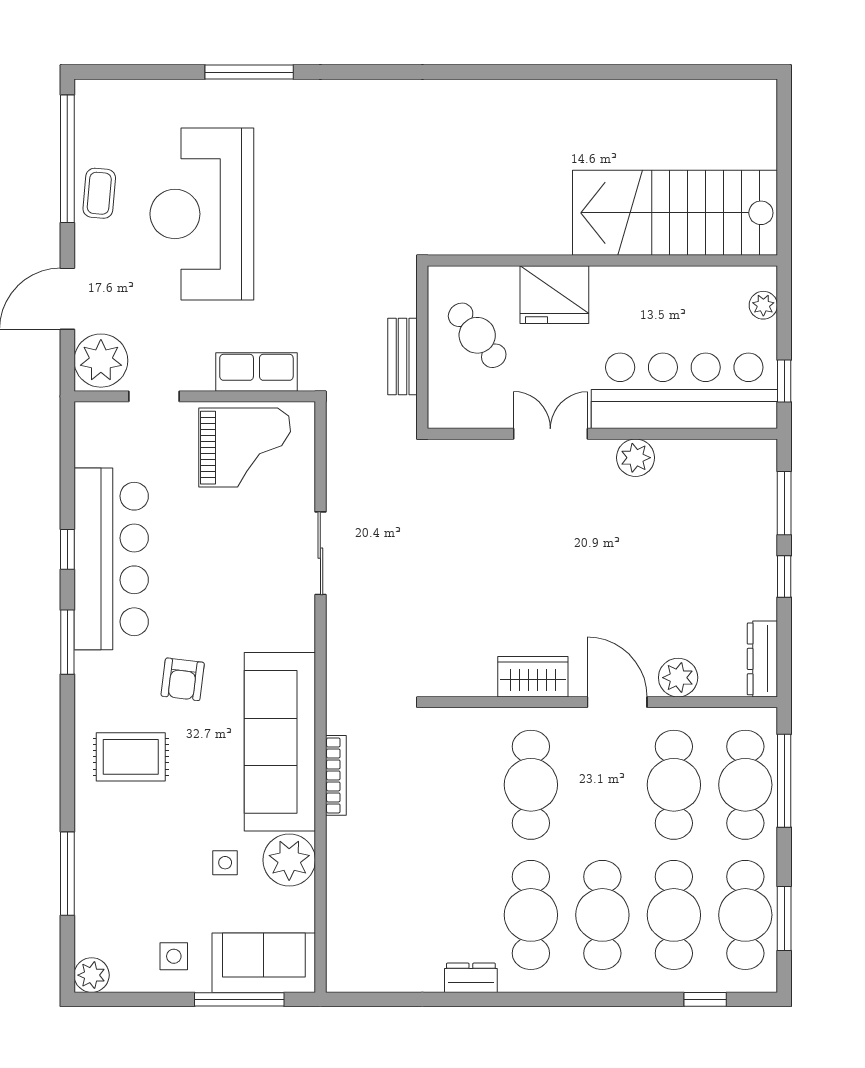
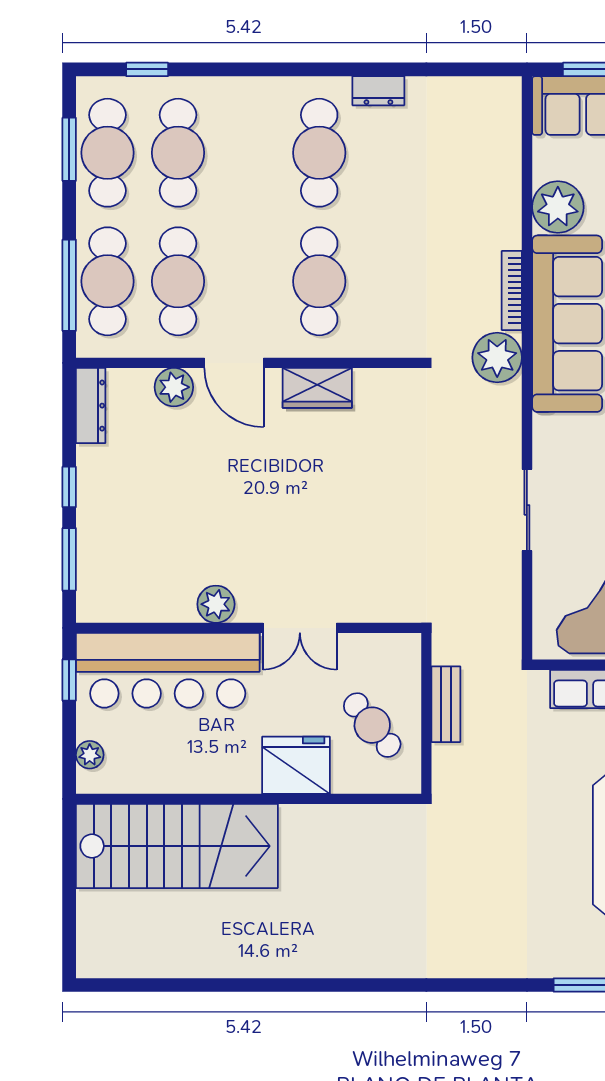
plant: (351, 708) -> (497, 358), added
cafe table: (602, 915) -> (249, 153), removed

